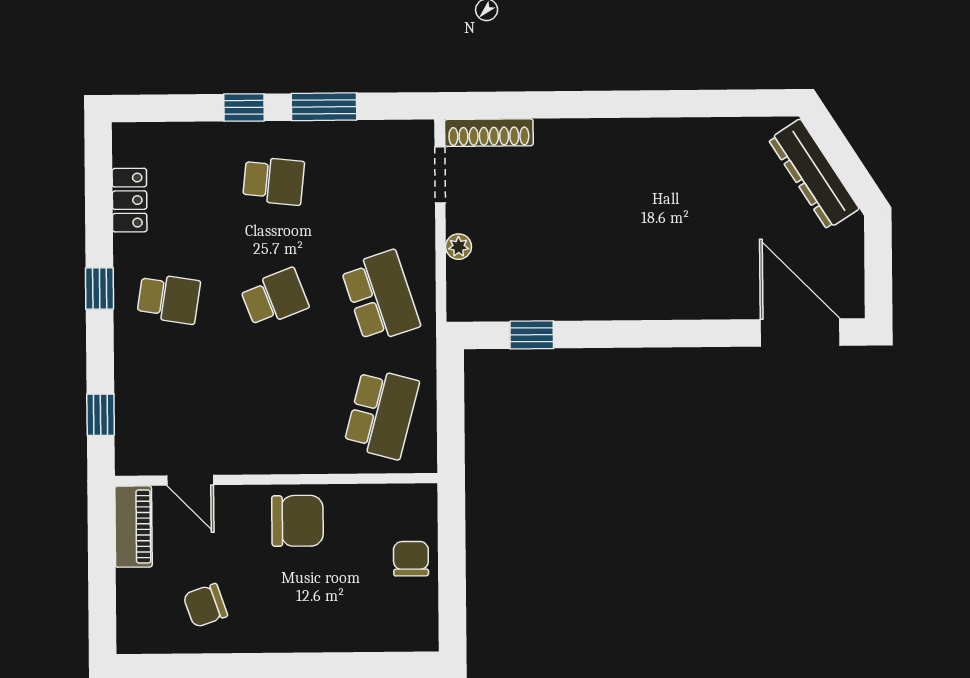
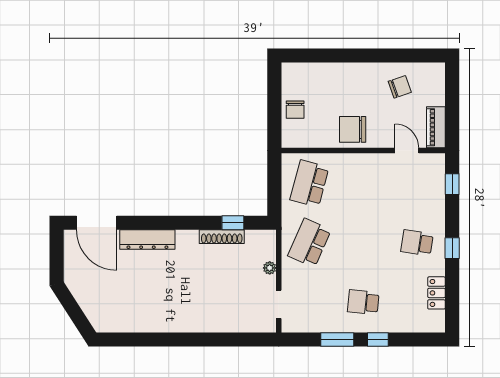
shoe rack: (489, 133) -> (222, 237), moved, turned 180
dresser: (814, 174) -> (147, 240), moved, turned 123
school desk: (380, 297) -> (309, 243), turned 42
school desk: (275, 298) -> (363, 243), removed

